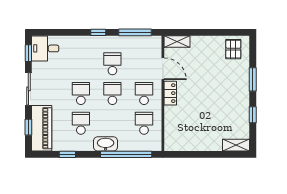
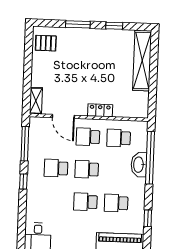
door: (163, 69) -> (63, 116), swing flipped
locker: (170, 93) -> (100, 110), moved
washbasin: (106, 144) -> (139, 165), moved
shelving: (236, 145) -> (142, 61), width x2.20, depth x1.33

